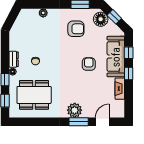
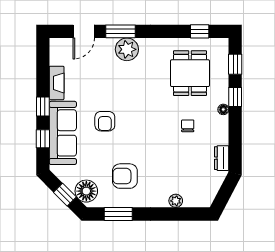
dresser: (14, 59) -> (222, 158), moved
dining table: (34, 95) -> (190, 73), width x0.73
window: (28, 122) -> (200, 31), added

